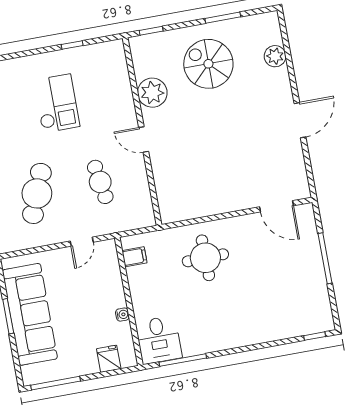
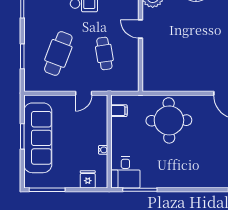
round table: (205, 258) -> (169, 120), width x1.36, depth x1.36

